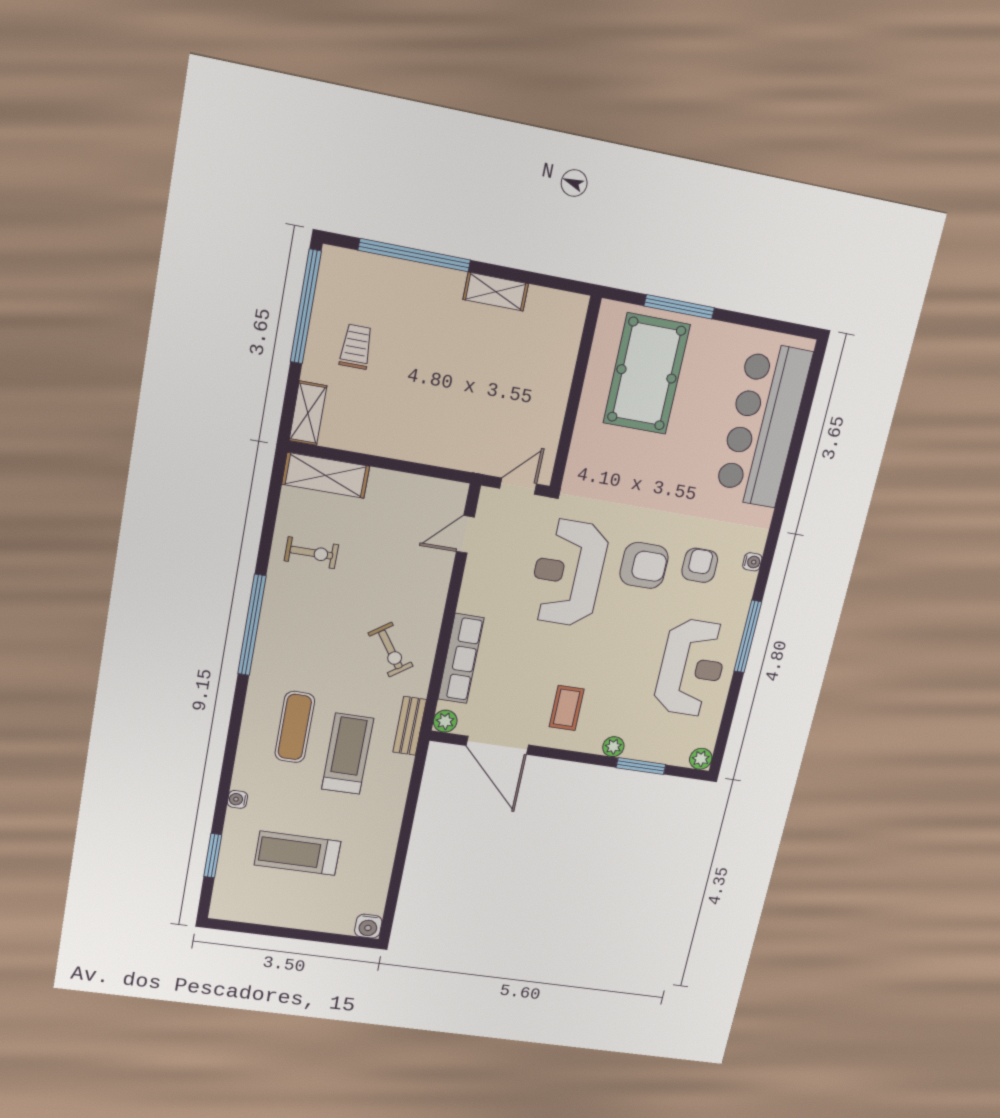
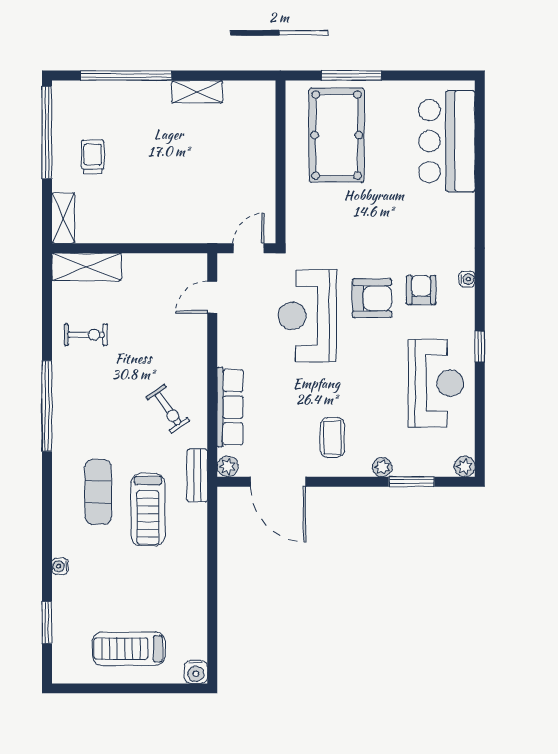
bar counter: (763, 425) -> (447, 141), width x0.73
window: (748, 637) -> (480, 347), width x0.46
treadmill: (348, 754) -> (148, 510), turned 180
treadmill: (298, 853) -> (129, 649), moved

